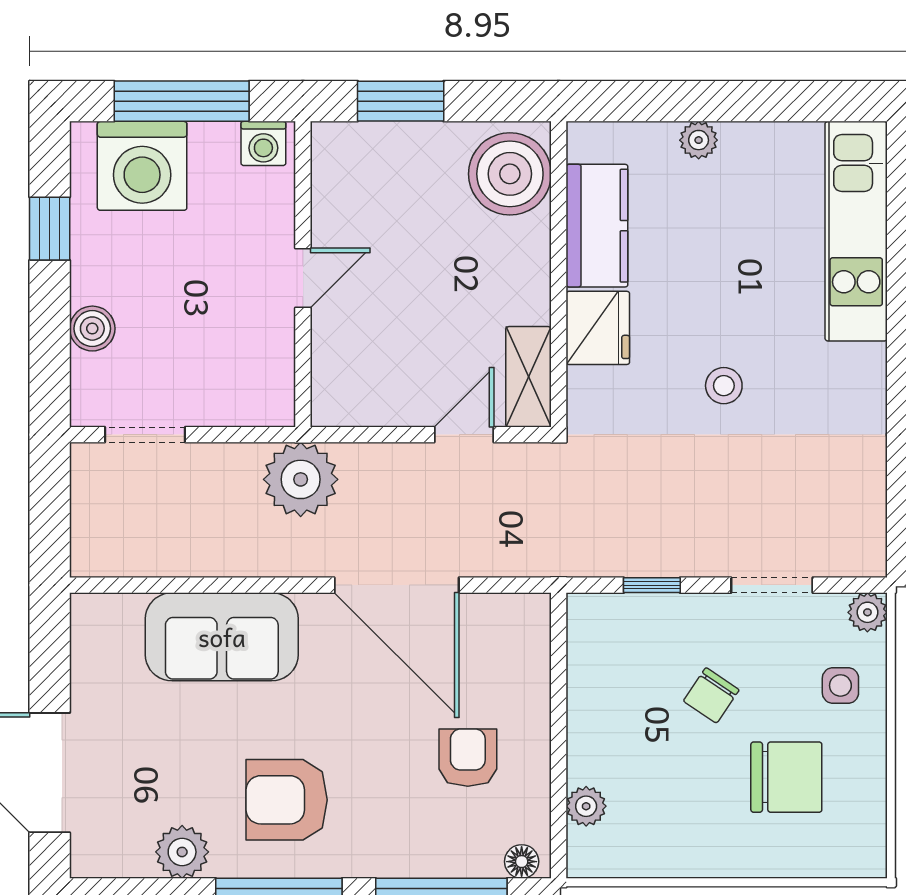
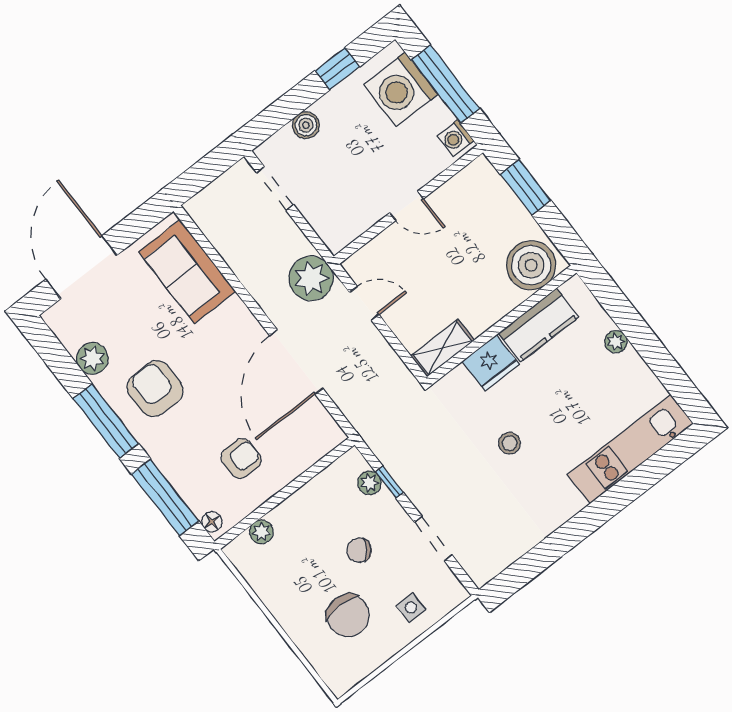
door: (464, 435) -> (364, 303), moved
plant: (867, 612) -> (369, 483), moved
sofa: (222, 637) -> (187, 272), moved

